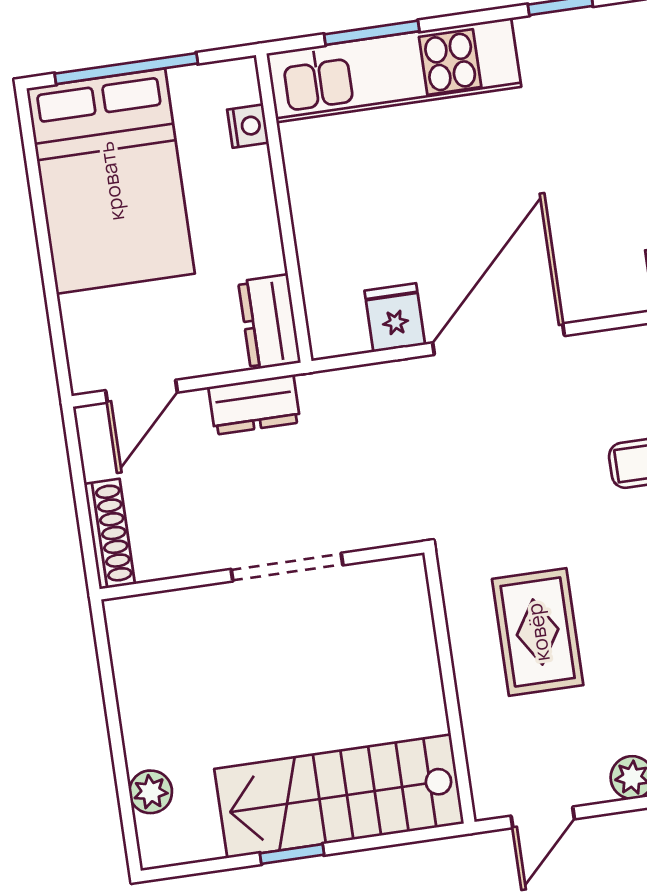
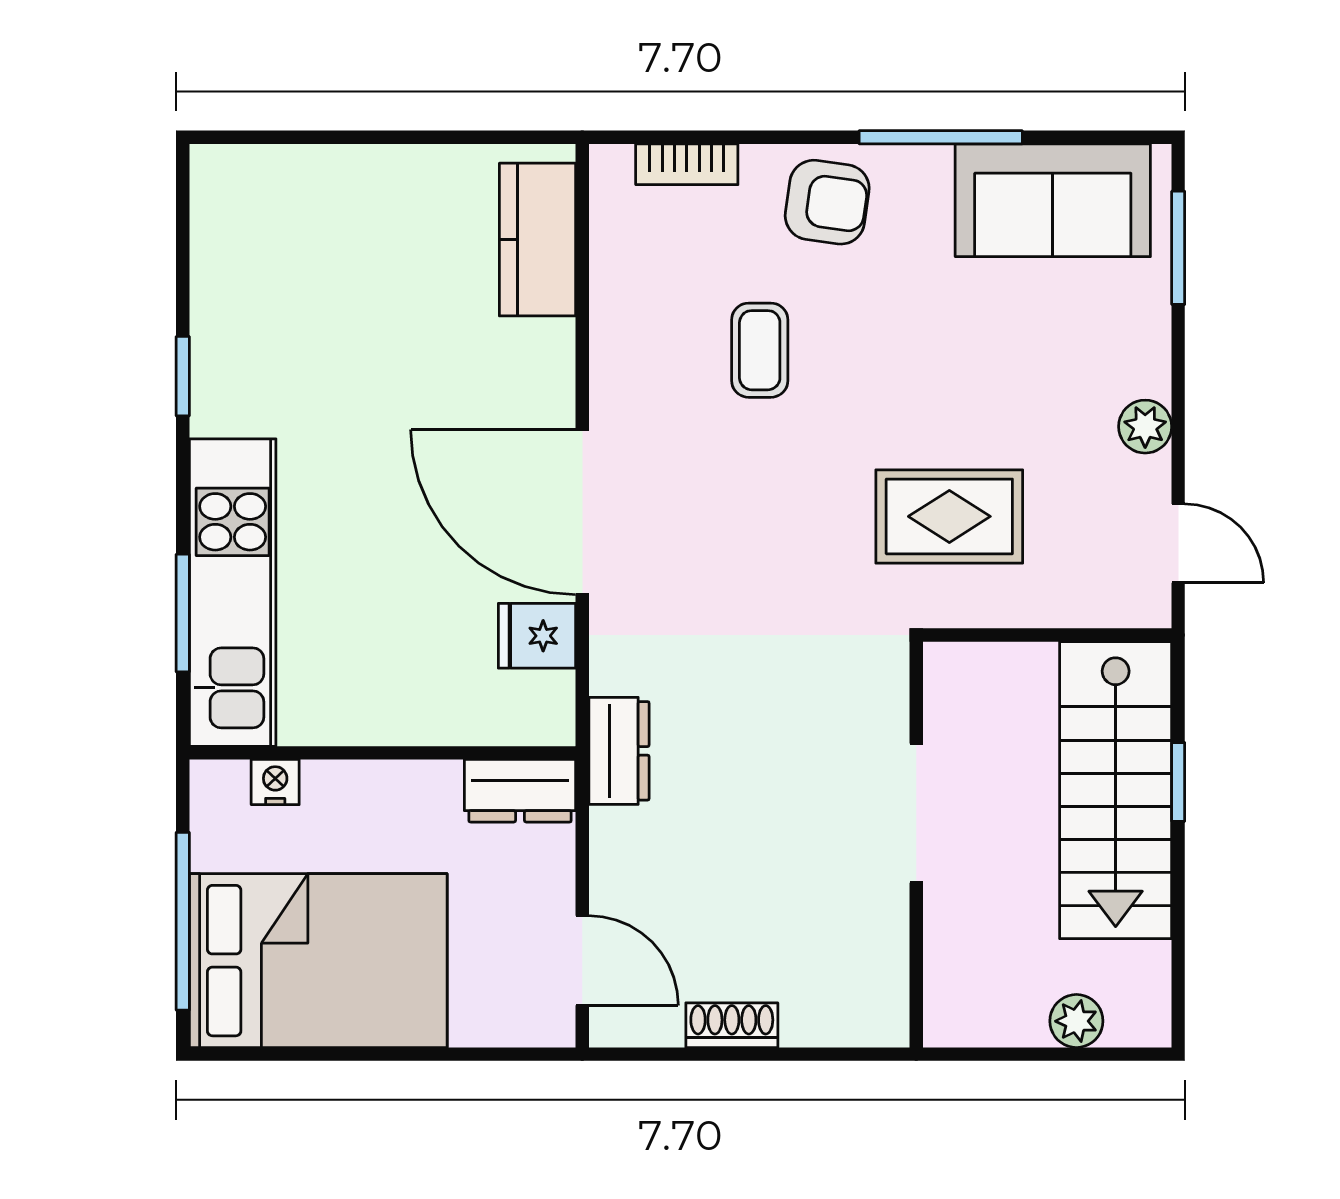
dresser: (254, 405) -> (619, 751), moved
shoe rack: (110, 534) -> (732, 1025), width x0.70
doorway: (287, 567) -> (916, 813), moved
wall: (262, 571) -> (916, 845), moved
window: (292, 854) -> (1178, 782), moved

